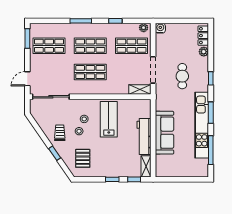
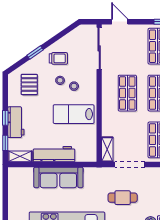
lab bench: (109, 119) -> (74, 114), turned 180
pallet: (83, 158) -> (29, 84), turned 90
workbench: (116, 170) -> (16, 122), added

